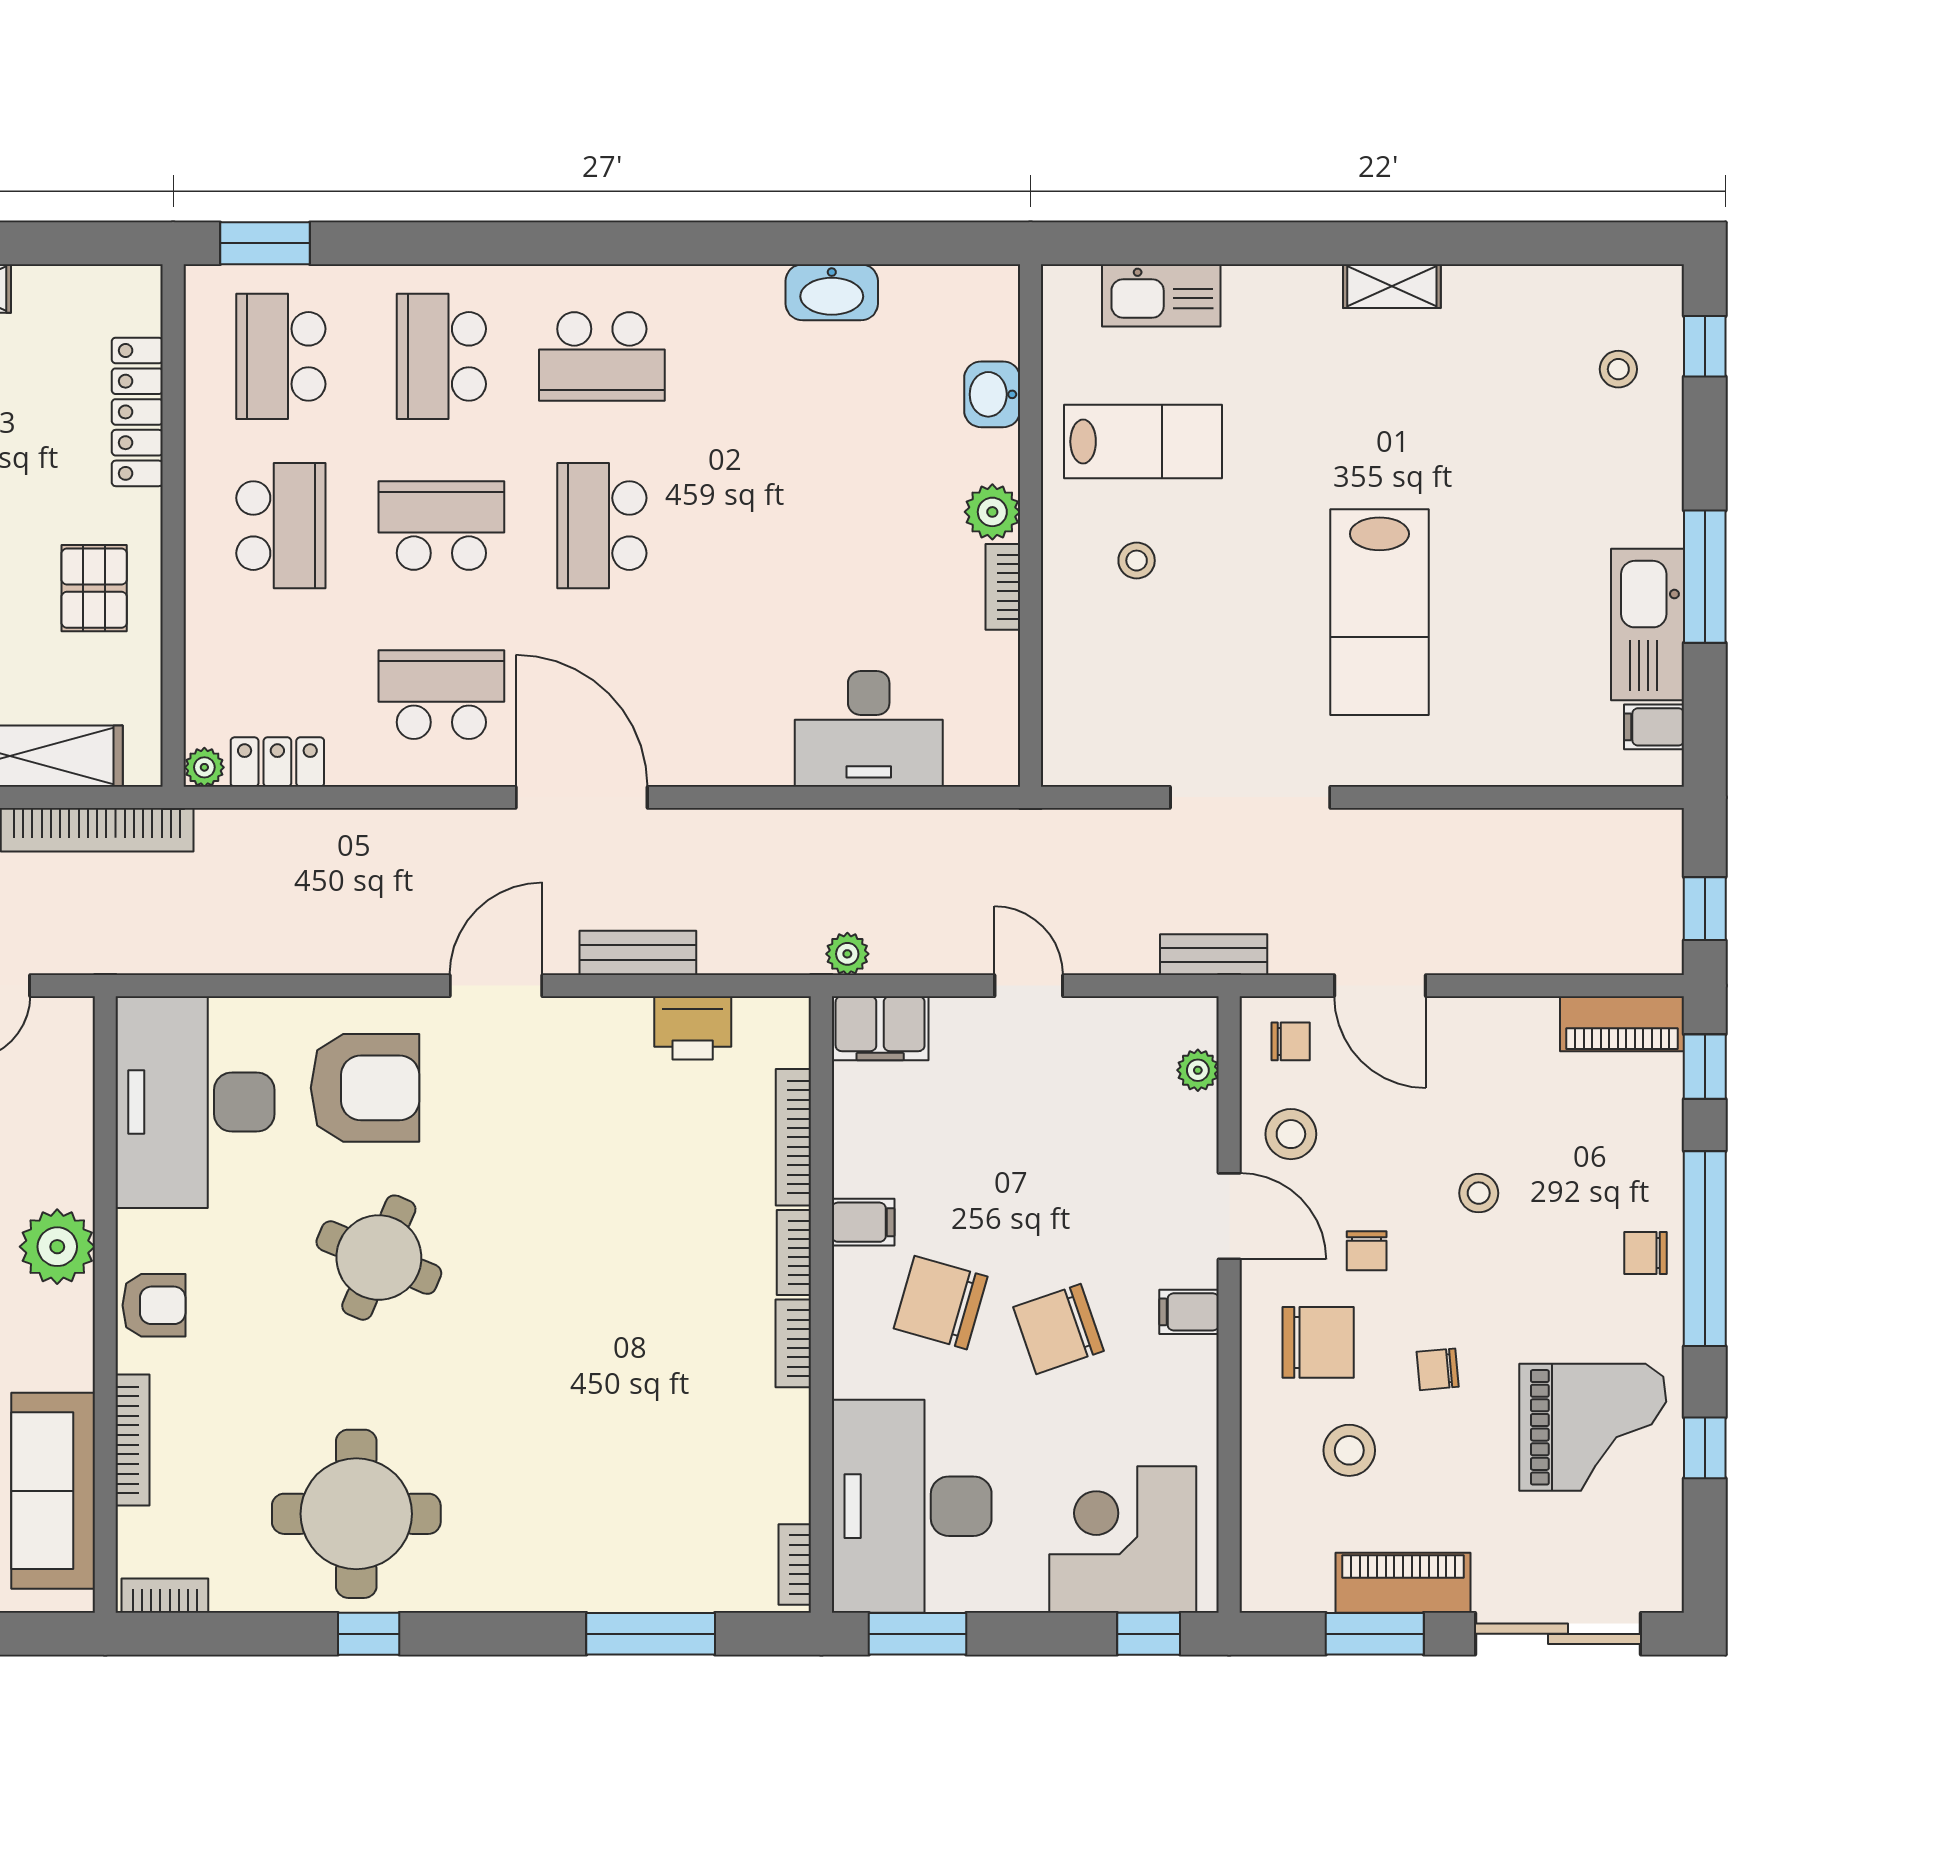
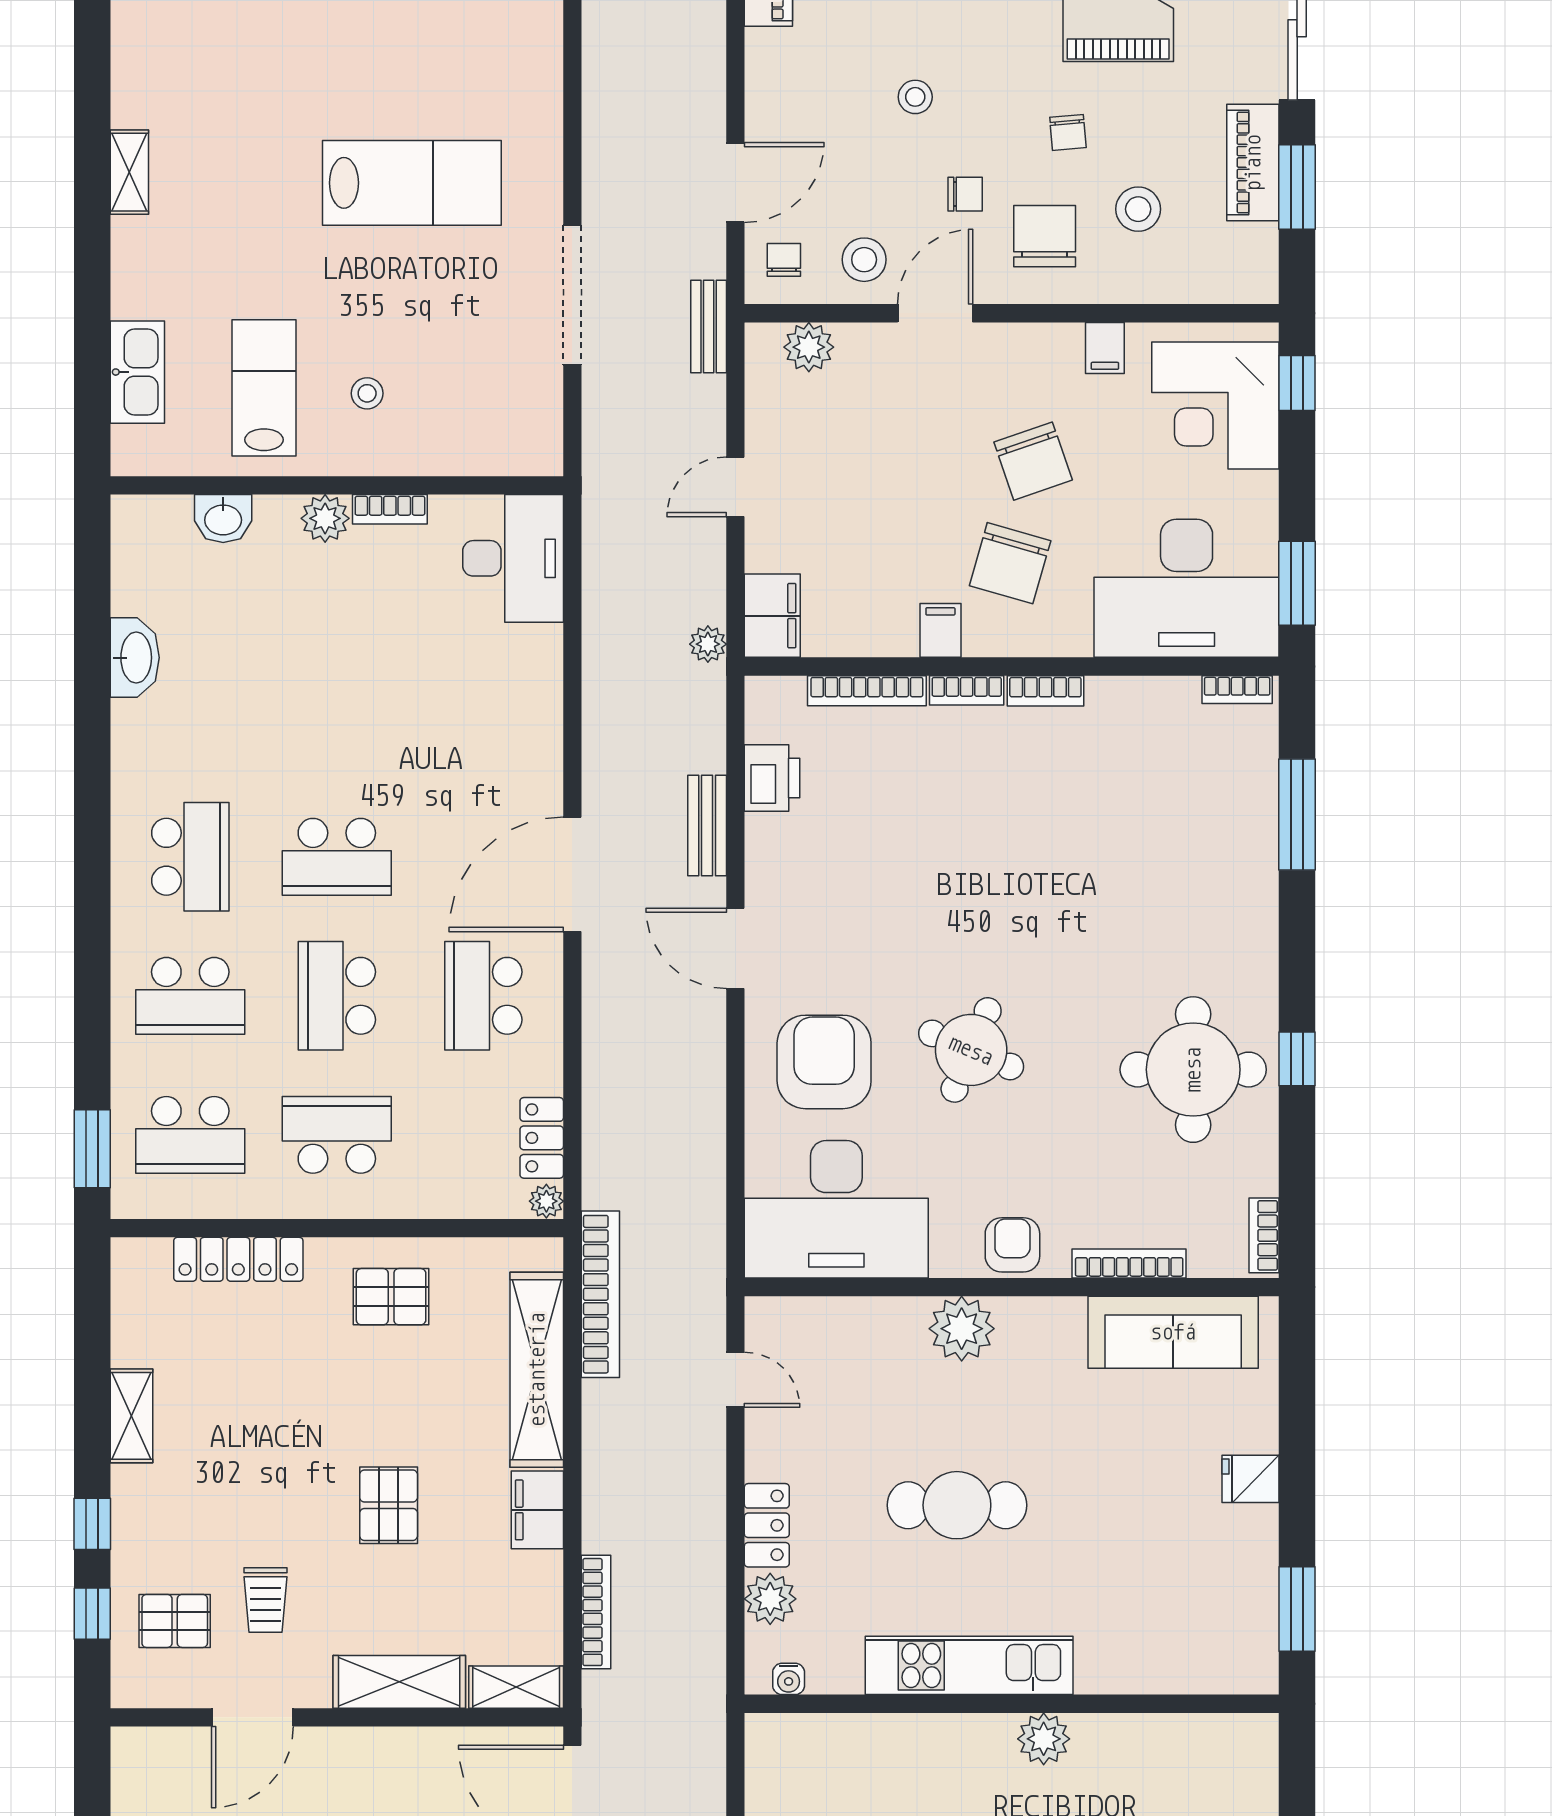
desk: (869, 729) -> (513, 558), moved
plant: (1198, 1070) -> (809, 347), width x1.38, depth x1.38
filing cabinet: (1189, 1312) -> (1105, 348), moved

